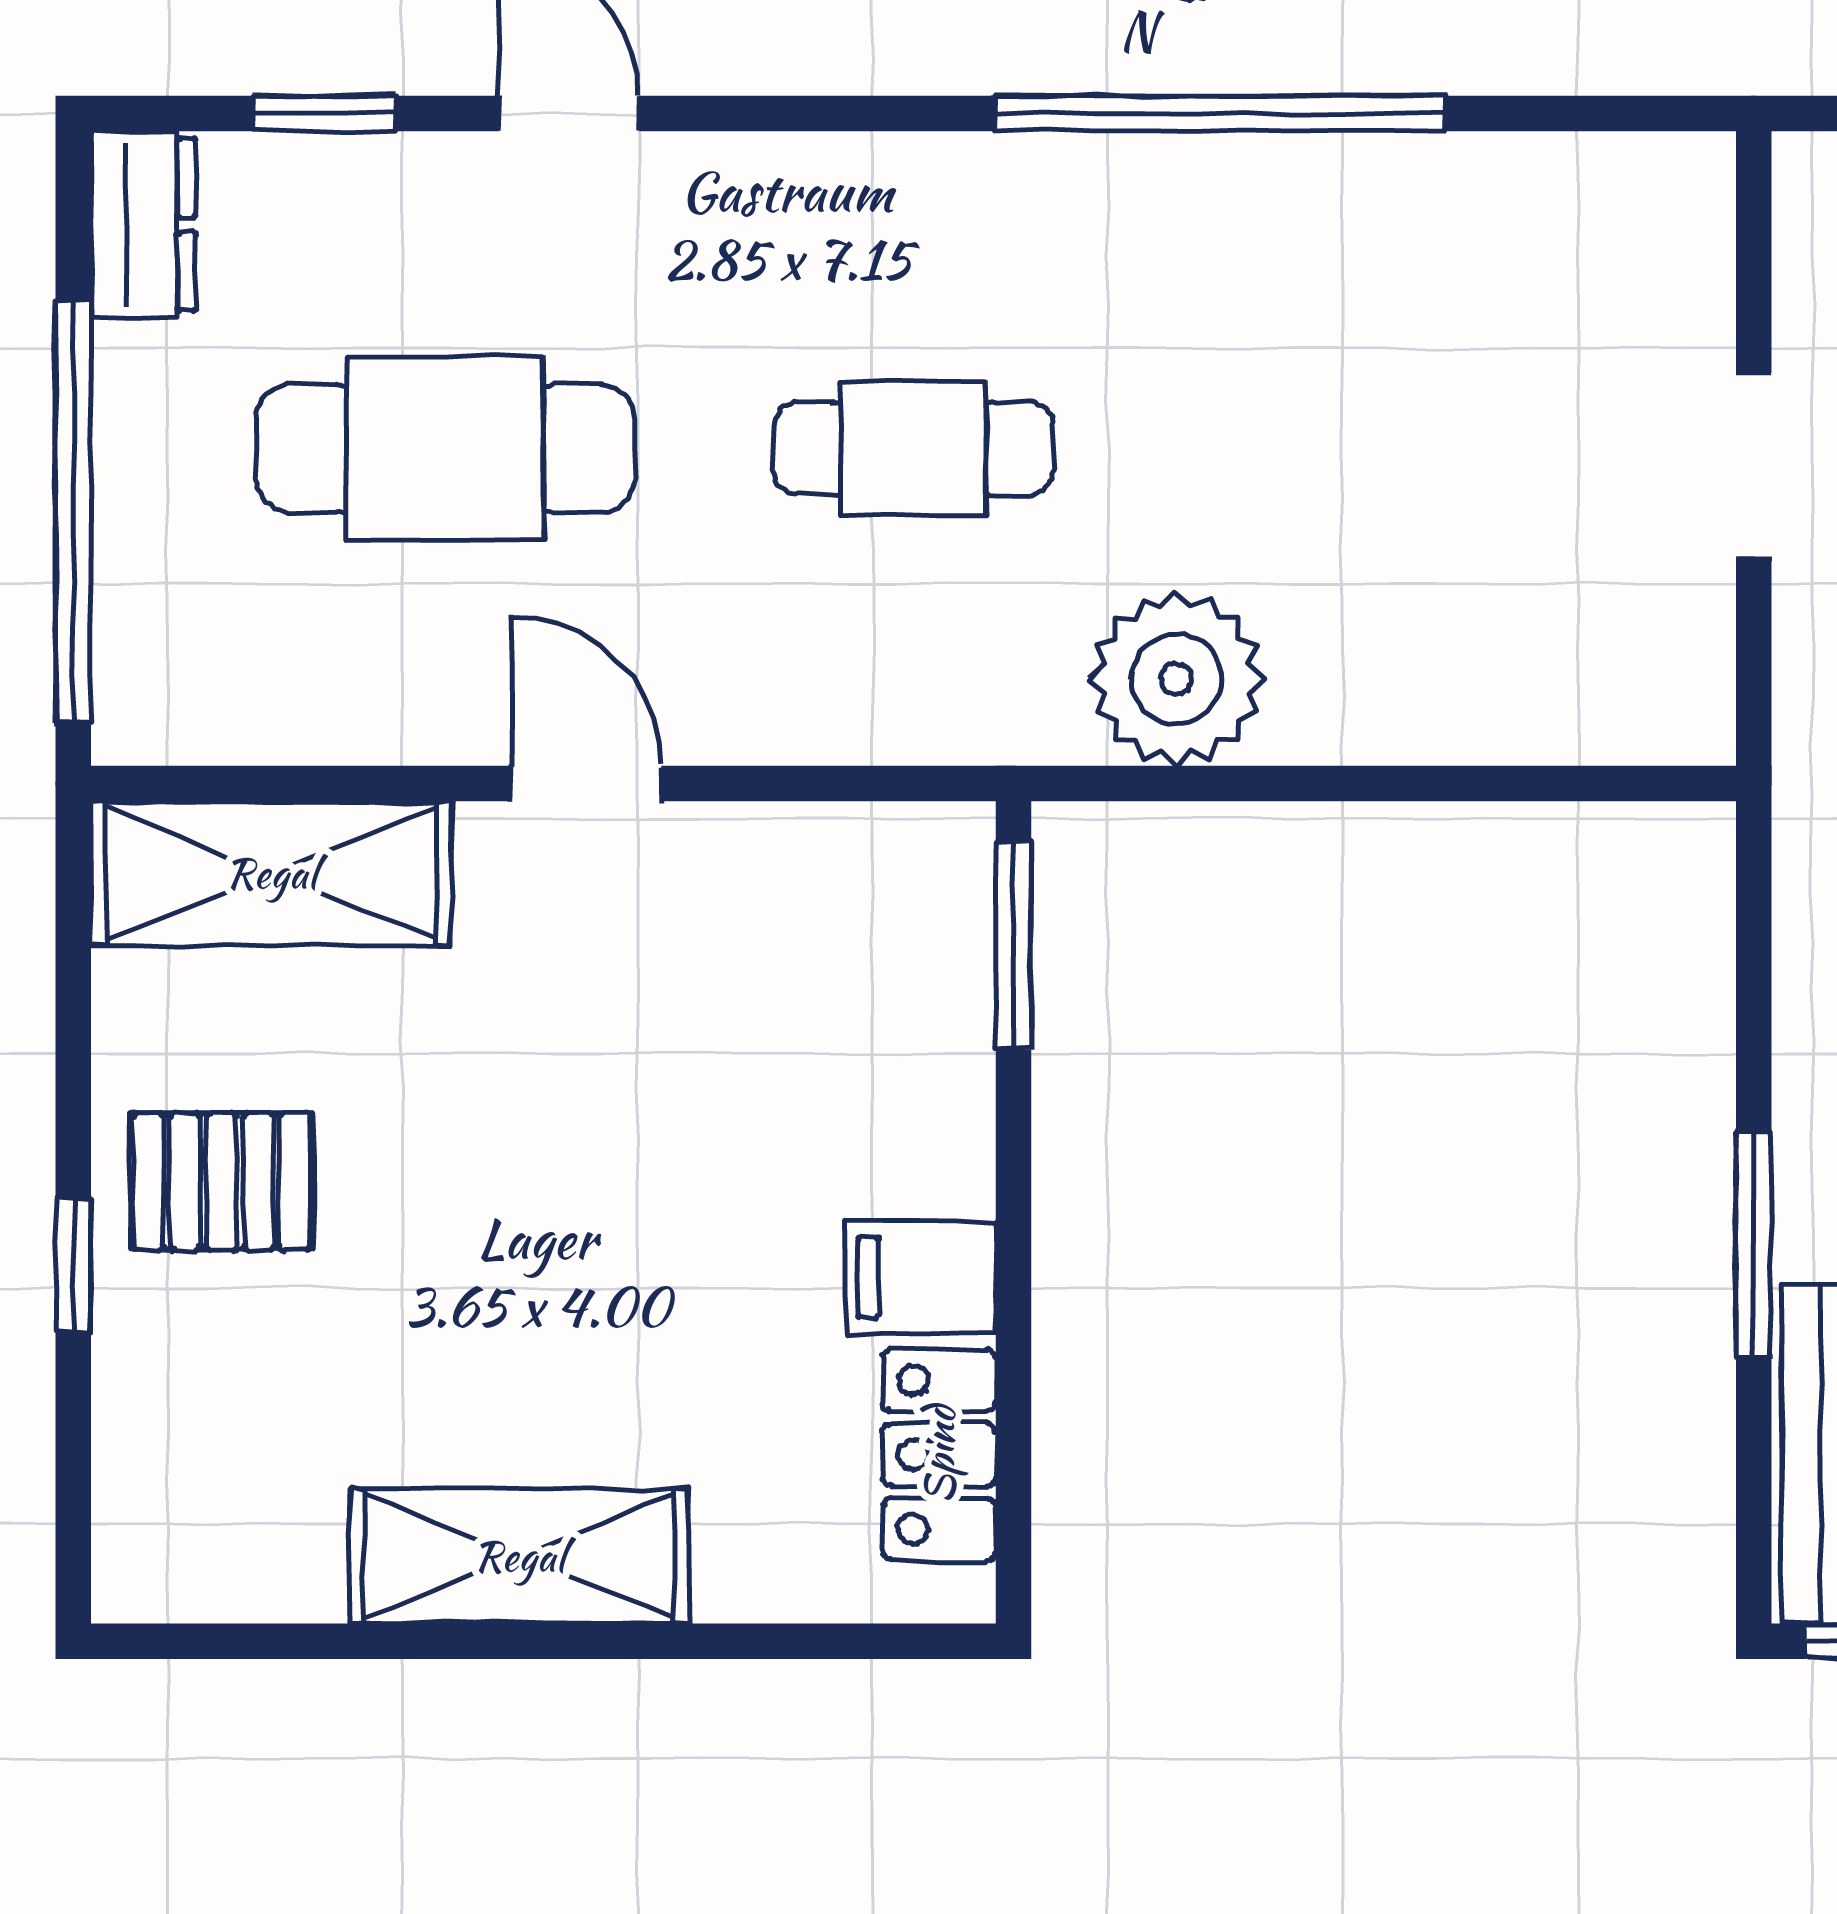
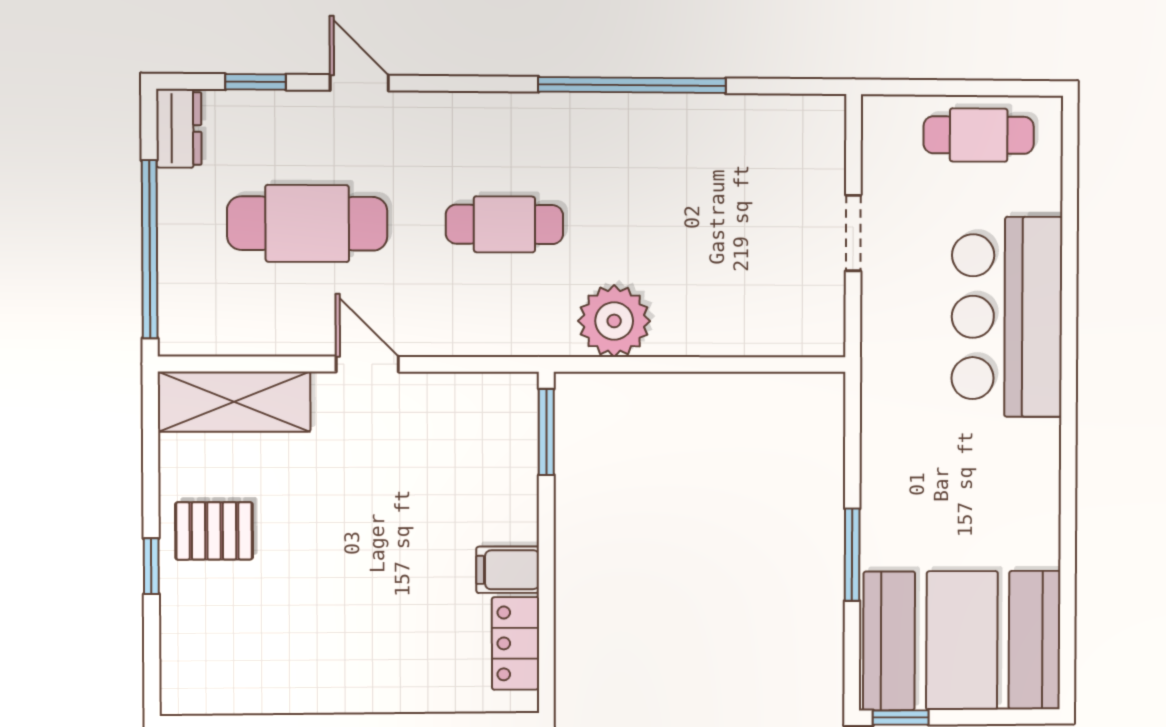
shelving: (519, 1556) -> (340, 686), removed

